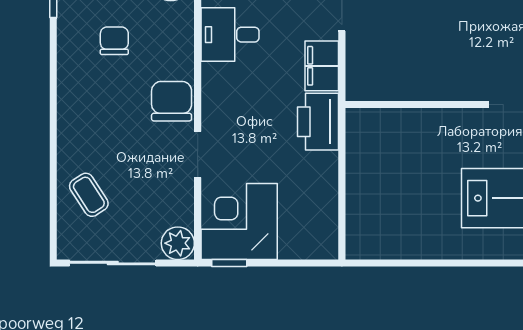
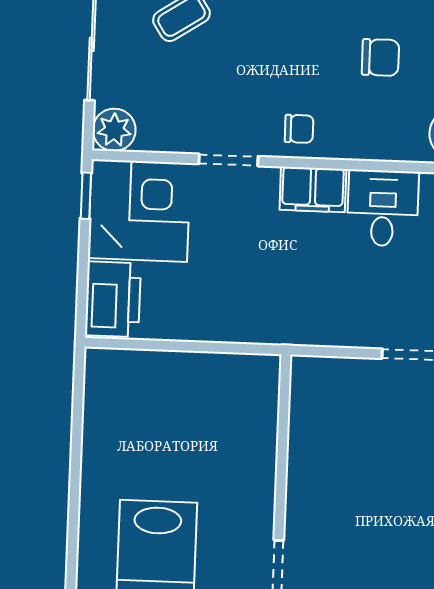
filing cabinet: (322, 66) -> (313, 189), moved, turned 180
chair: (172, 101) -> (299, 129), width x0.54, depth x0.54
printer: (318, 122) -> (113, 299), moved, turned 90

